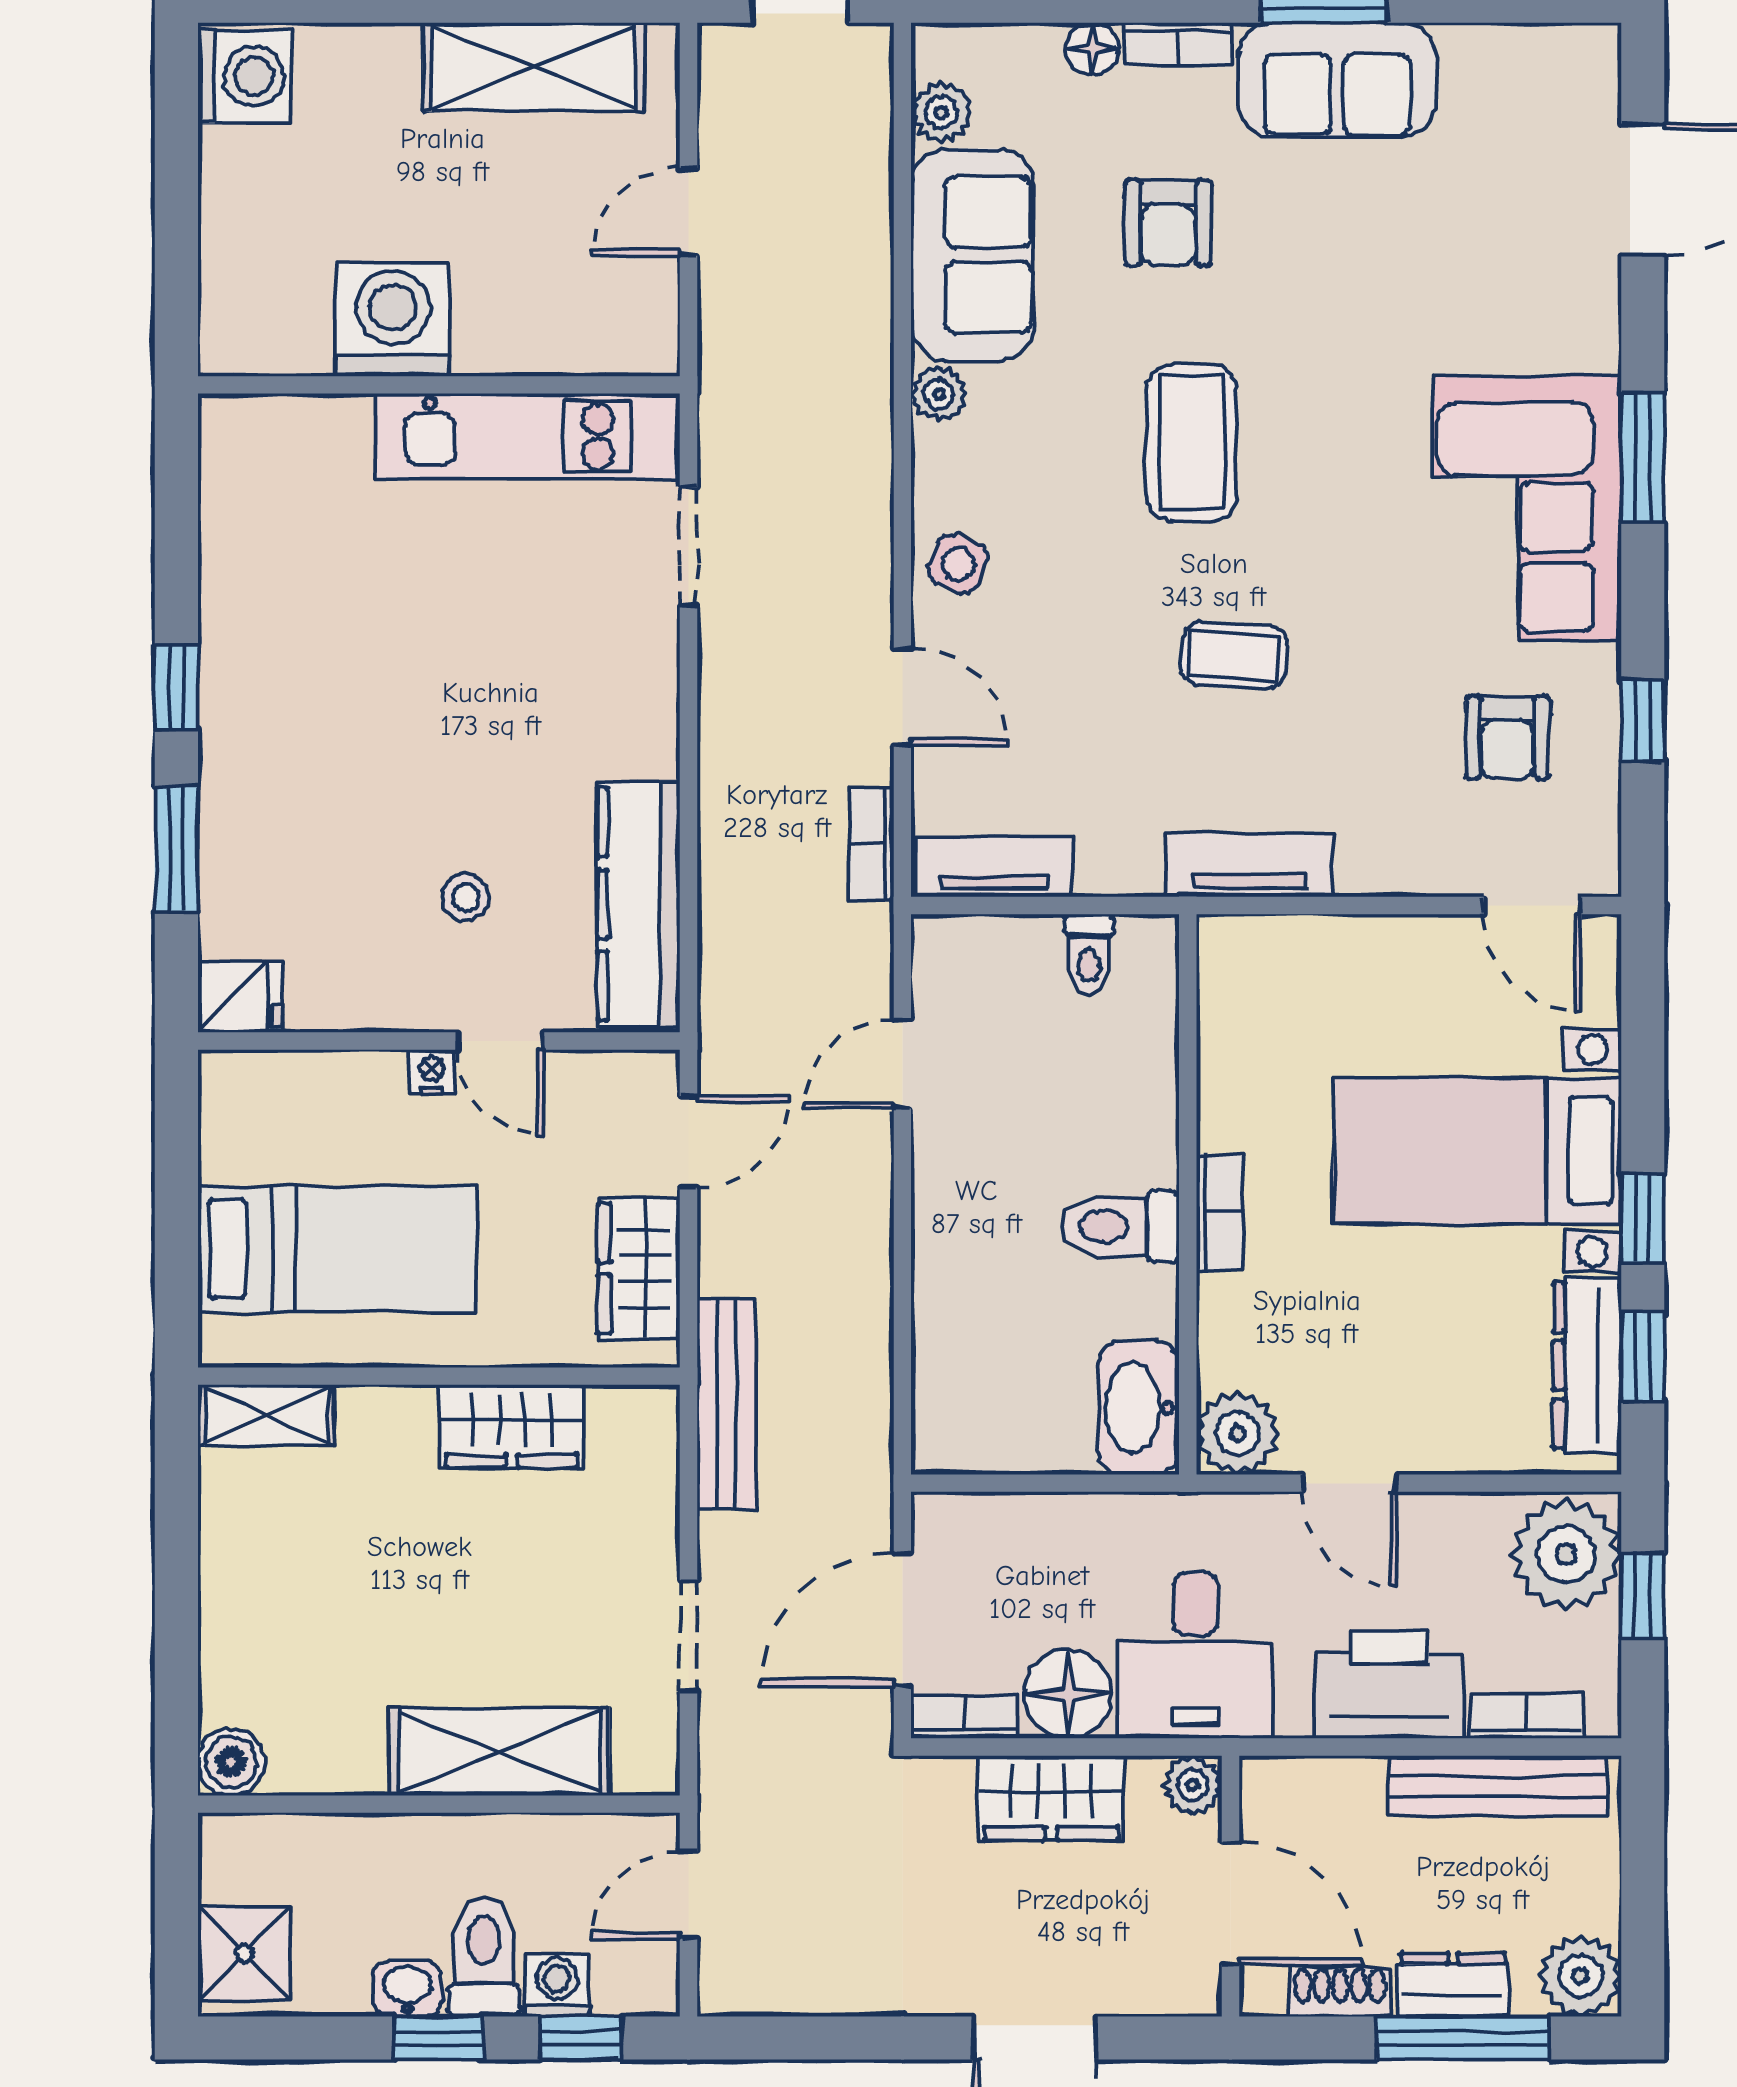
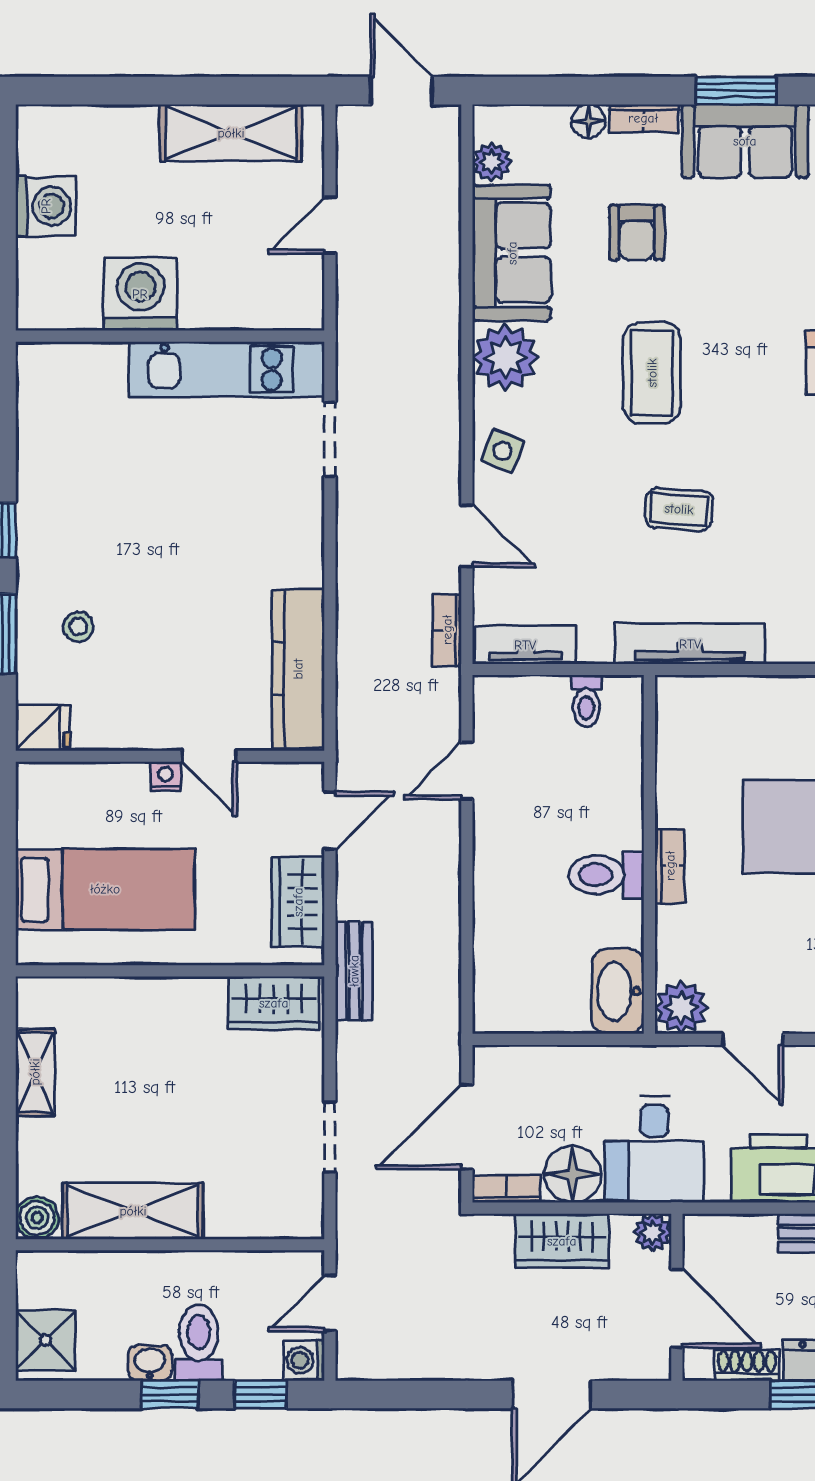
washing machine: (245, 76) -> (46, 206), moved
plant: (939, 394) -> (505, 358), width x1.88, depth x1.88
tv unit: (1251, 865) -> (690, 644), width x1.41
stool: (466, 897) -> (78, 627), moved
bench: (726, 1404) -> (354, 971), width x0.73
shelving: (267, 1415) -> (35, 1072), moved, turned 90
wardrobe: (512, 1426) -> (274, 1003), moved
shelving: (499, 1751) -> (133, 1211), moved
washing machine: (557, 1985) -> (304, 1360), moved, turned -90

